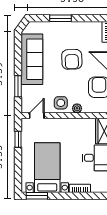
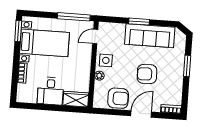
window: (18, 86) -> (139, 22), moved
door: (37, 116) -> (95, 36), swing flipped
window: (18, 139) -> (74, 17), width x2.17

